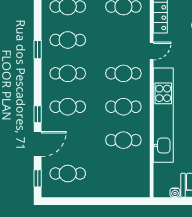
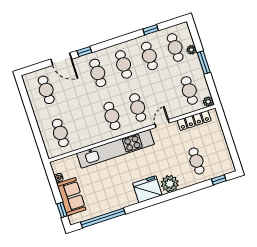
window: (38, 50) -> (151, 30), moved
door: (152, 51) -> (162, 124), swing flipped
cafe table: (123, 140) -> (60, 133), moved
window: (38, 178) -> (35, 68), removed

